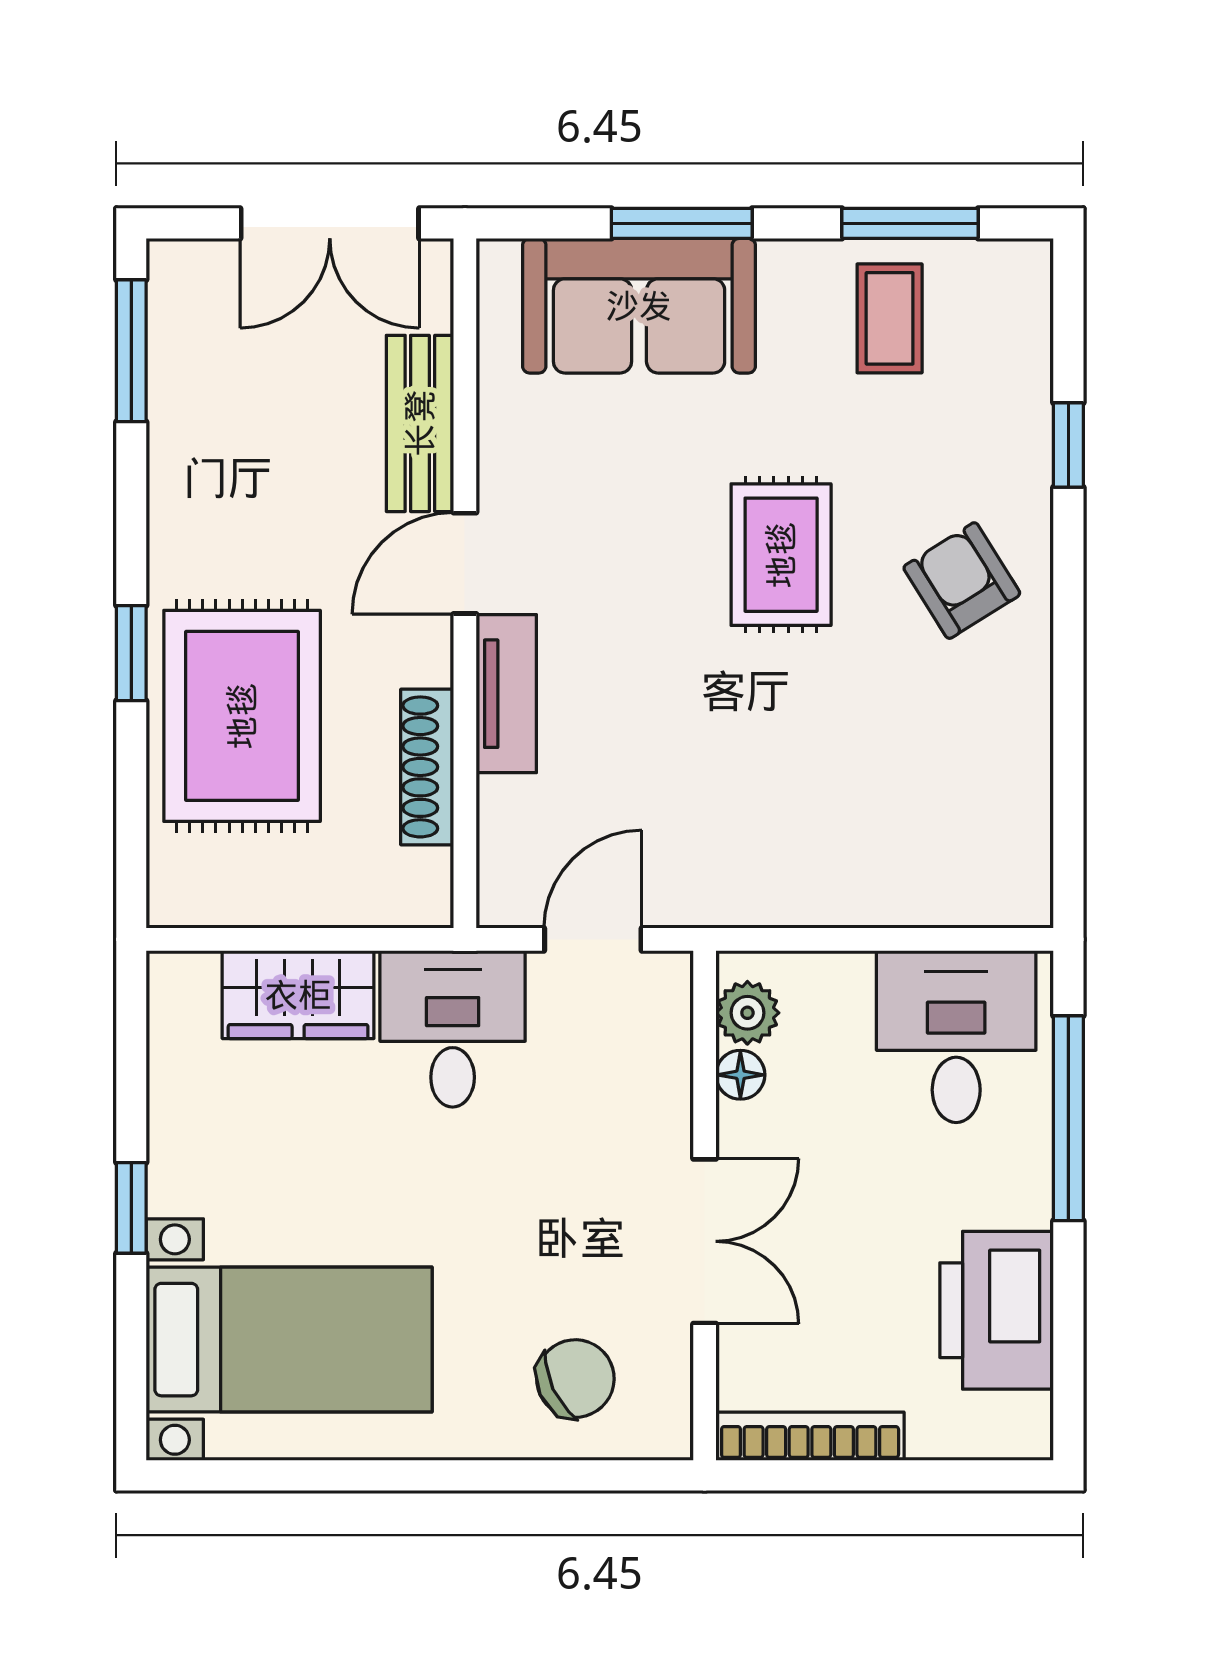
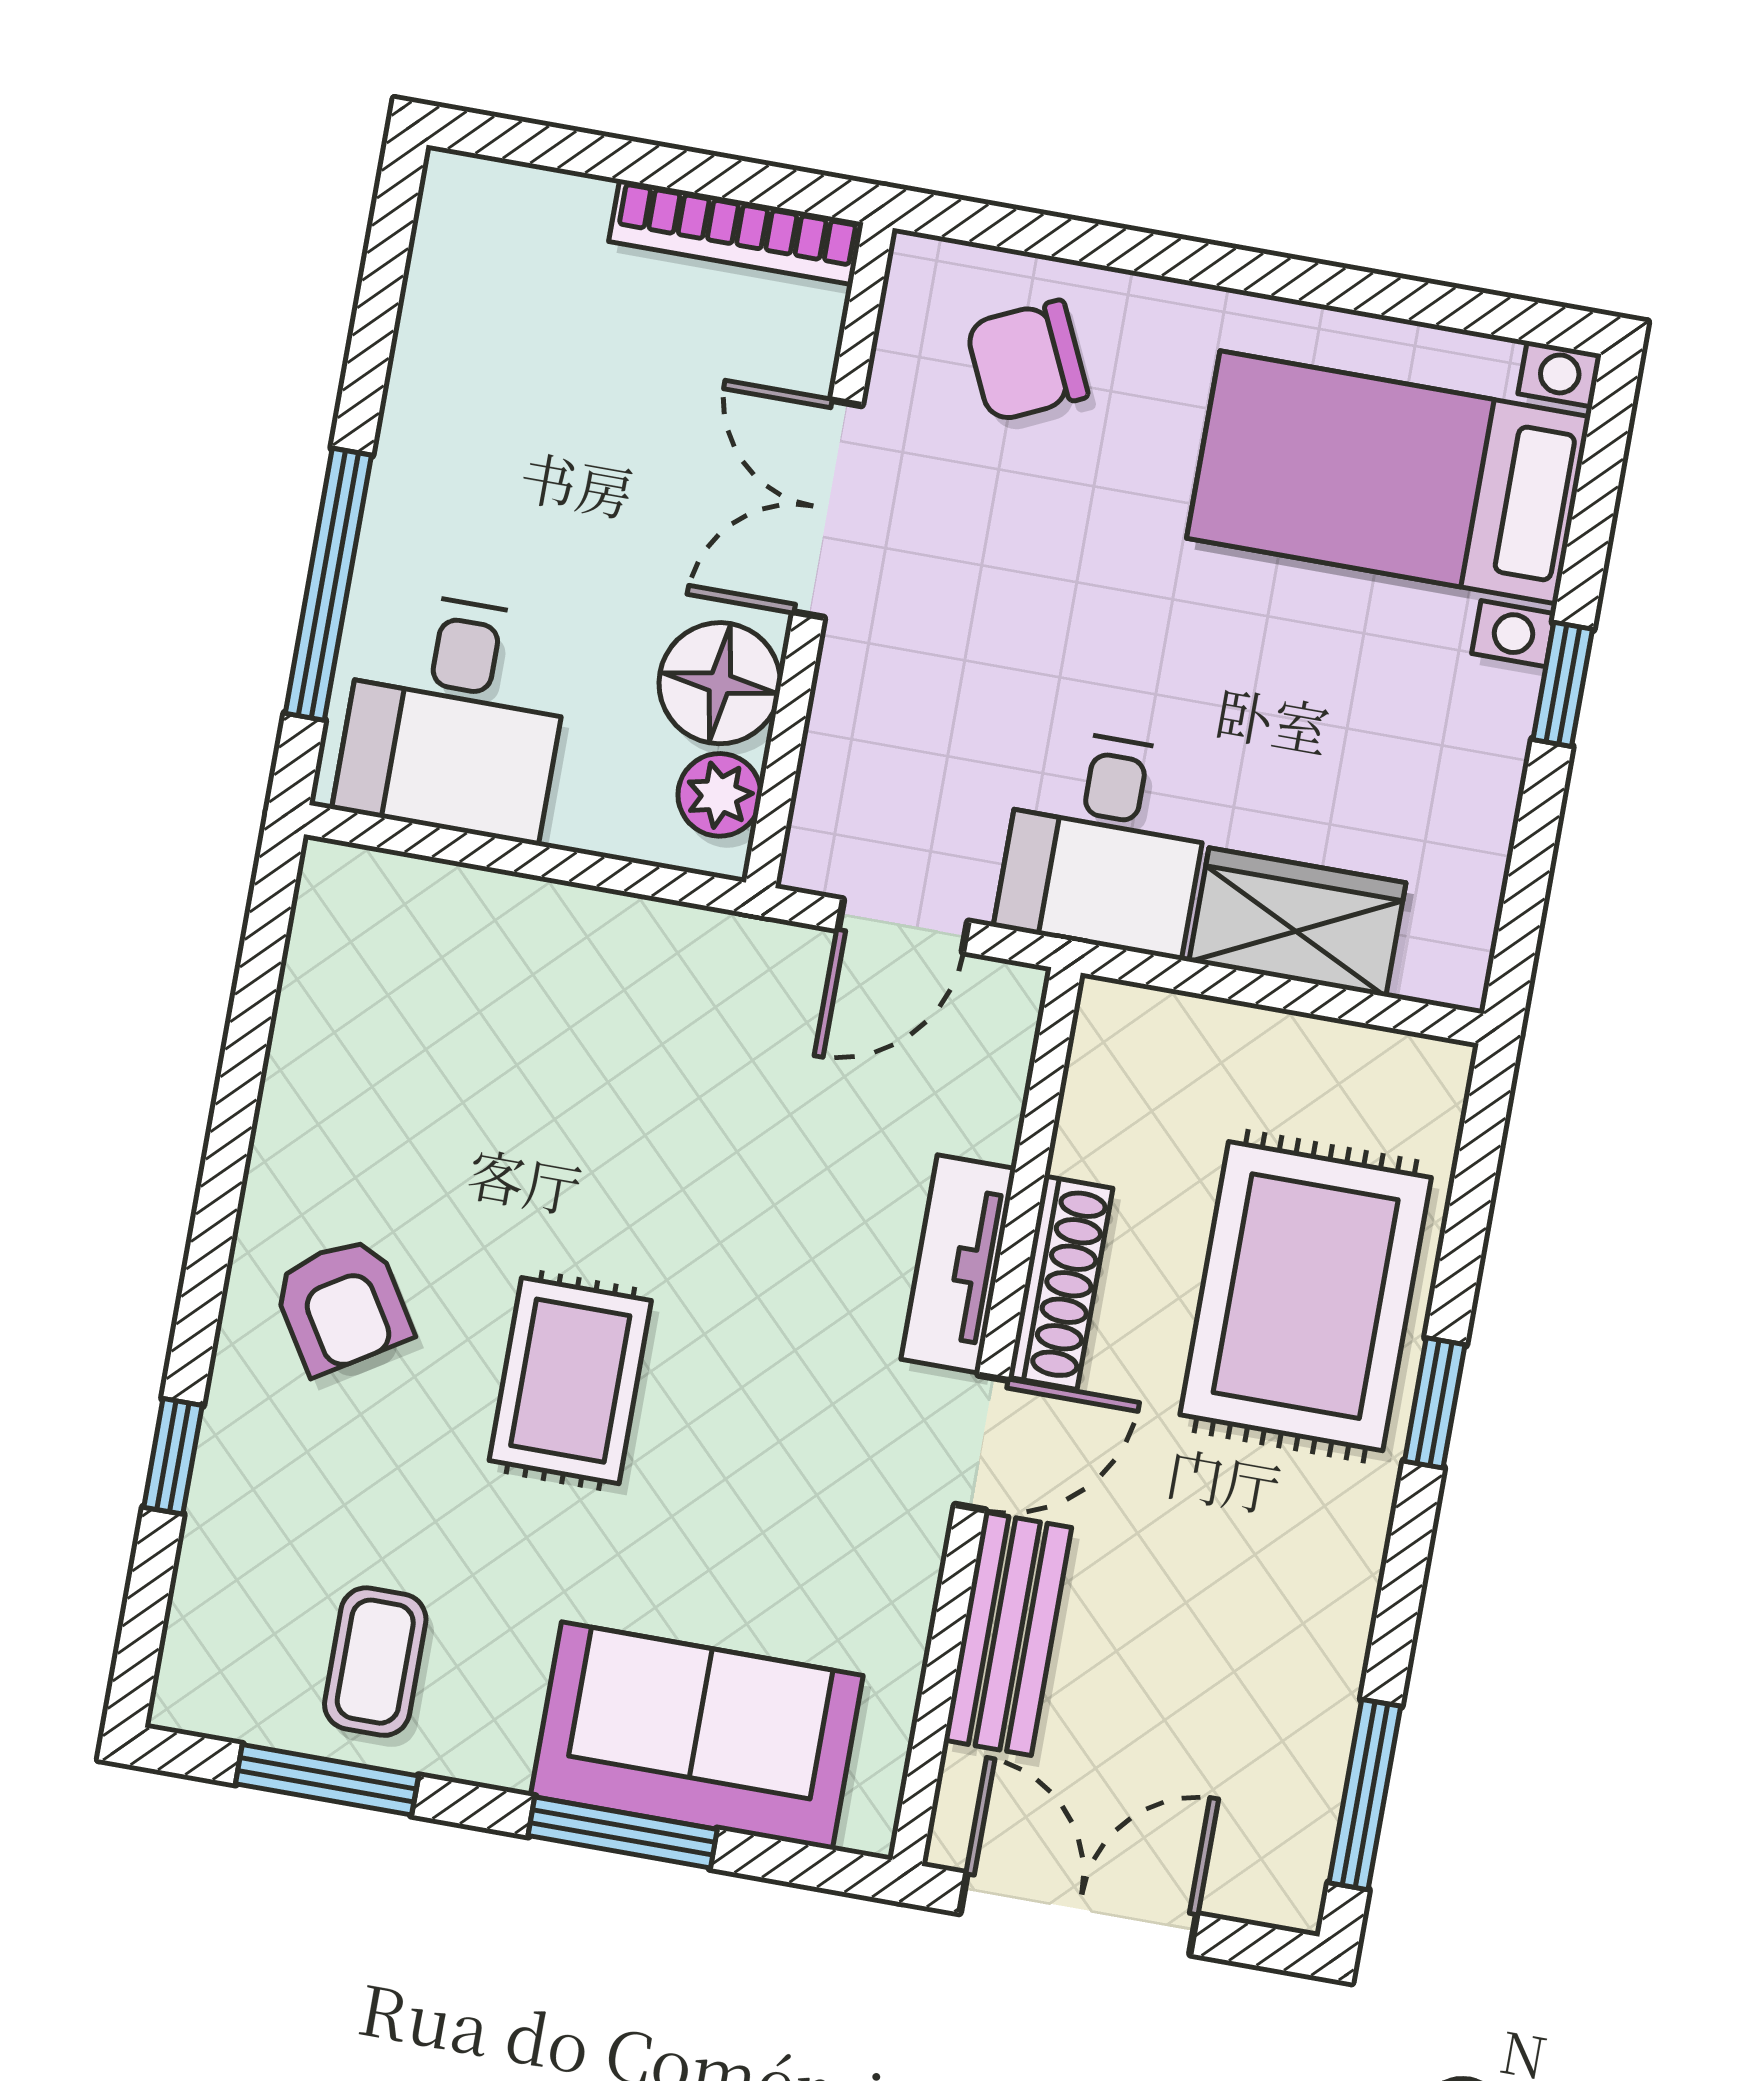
shoe rack: (427, 767) -> (1061, 1283), moved
floor lamp: (740, 1075) -> (720, 683), width x1.89, depth x1.89
printer: (997, 1310) -> (465, 352), removed

